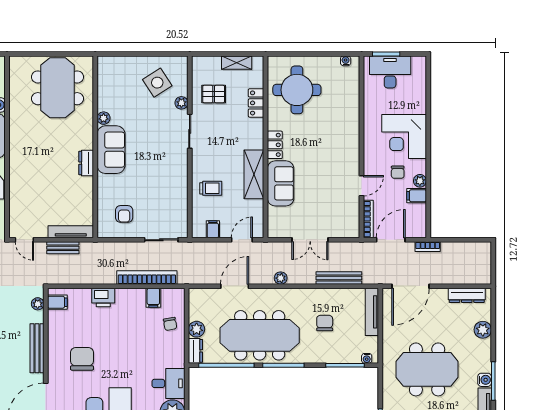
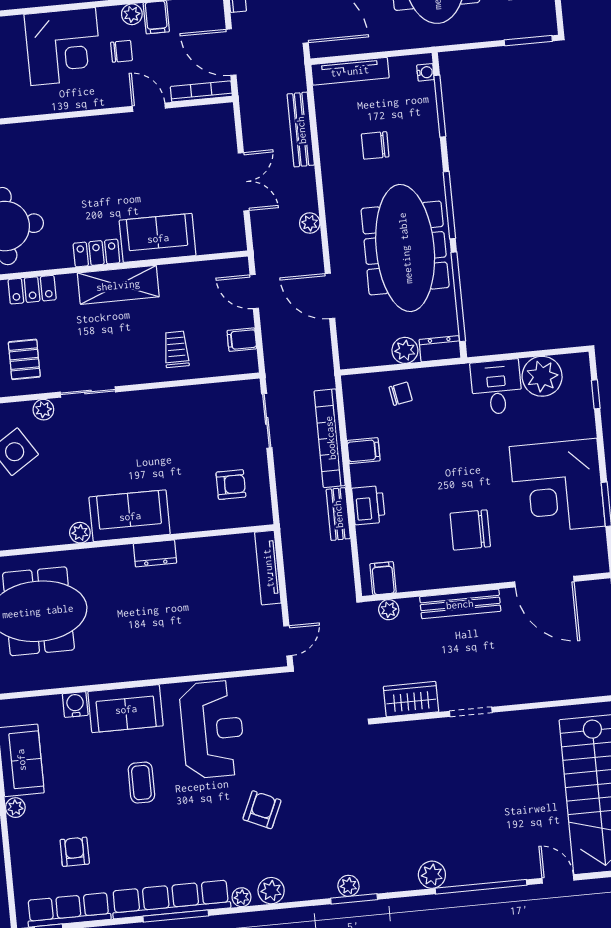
shelving: (254, 174) -> (118, 285), moved
bench: (63, 248) -> (338, 514), moved
filing cabinet: (153, 298) -> (364, 451), moved

